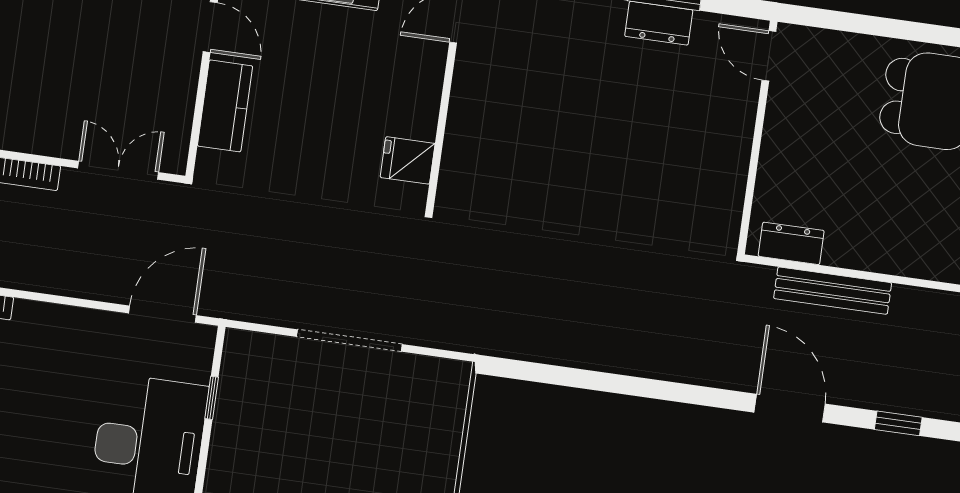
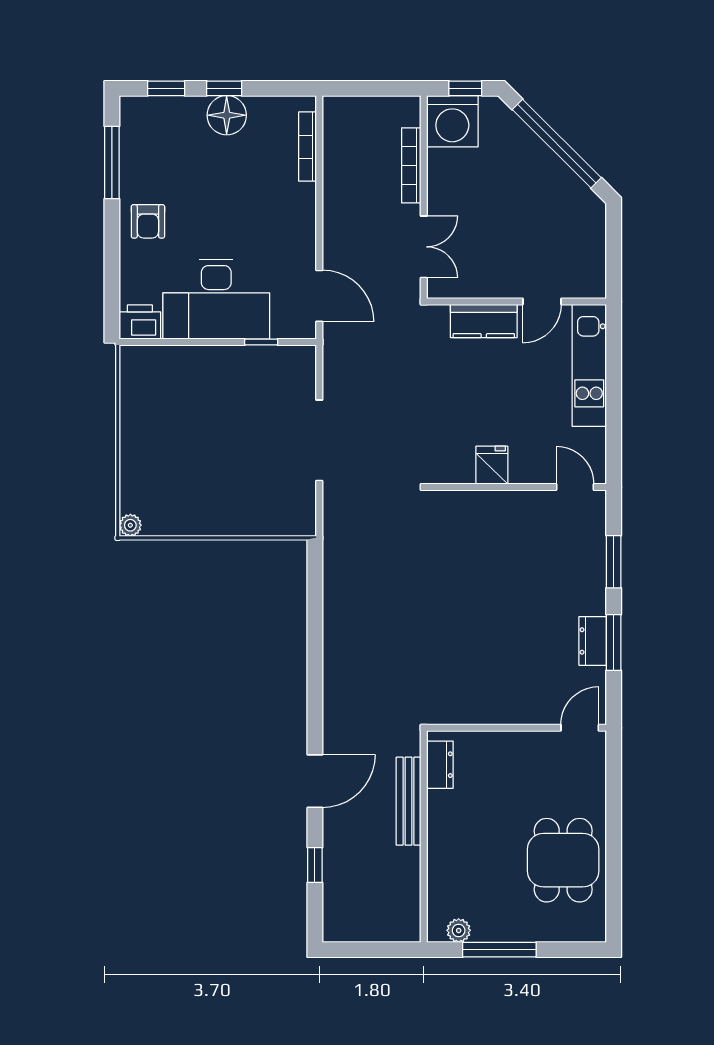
fridge: (408, 160) -> (492, 465), moved

